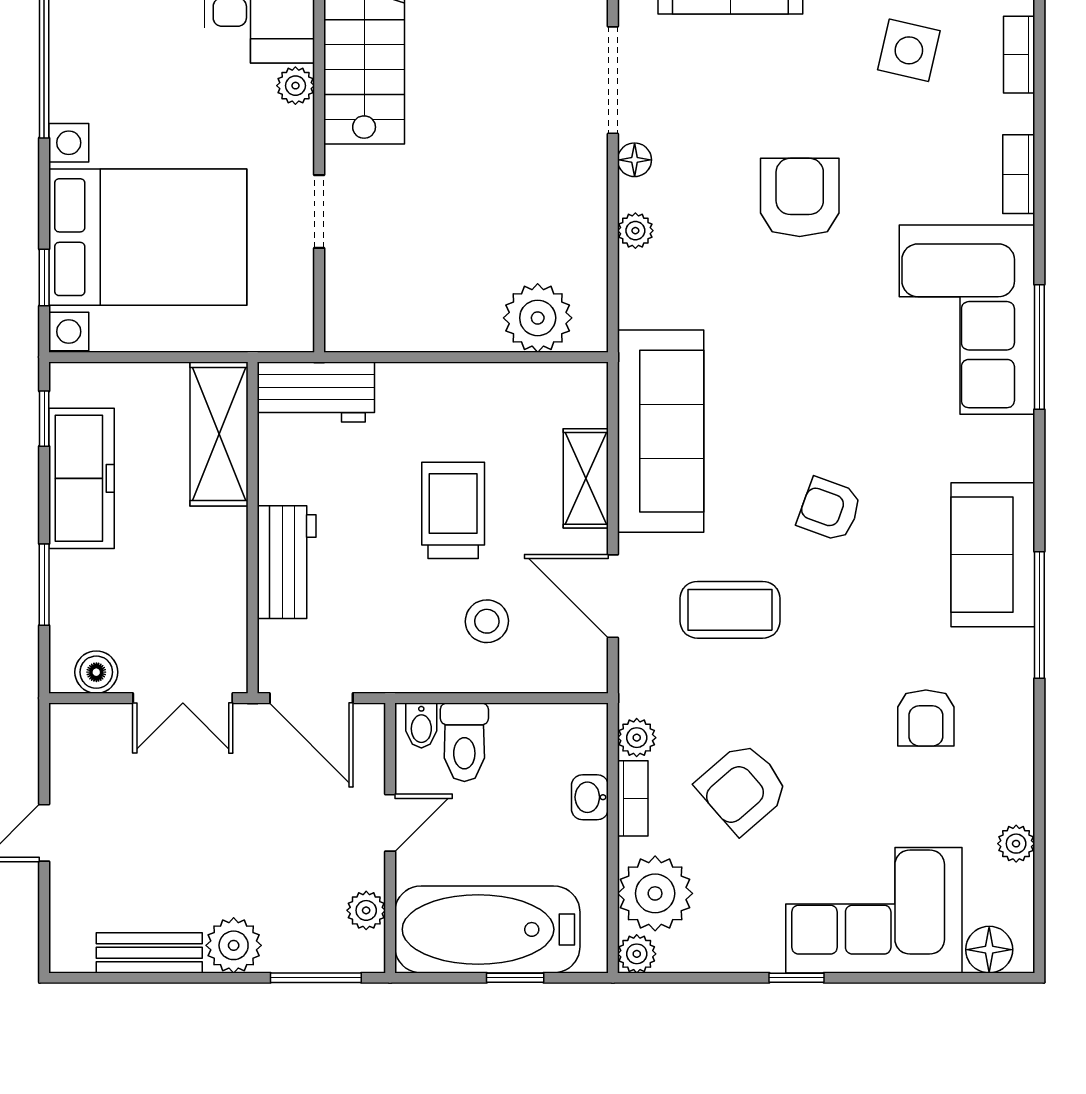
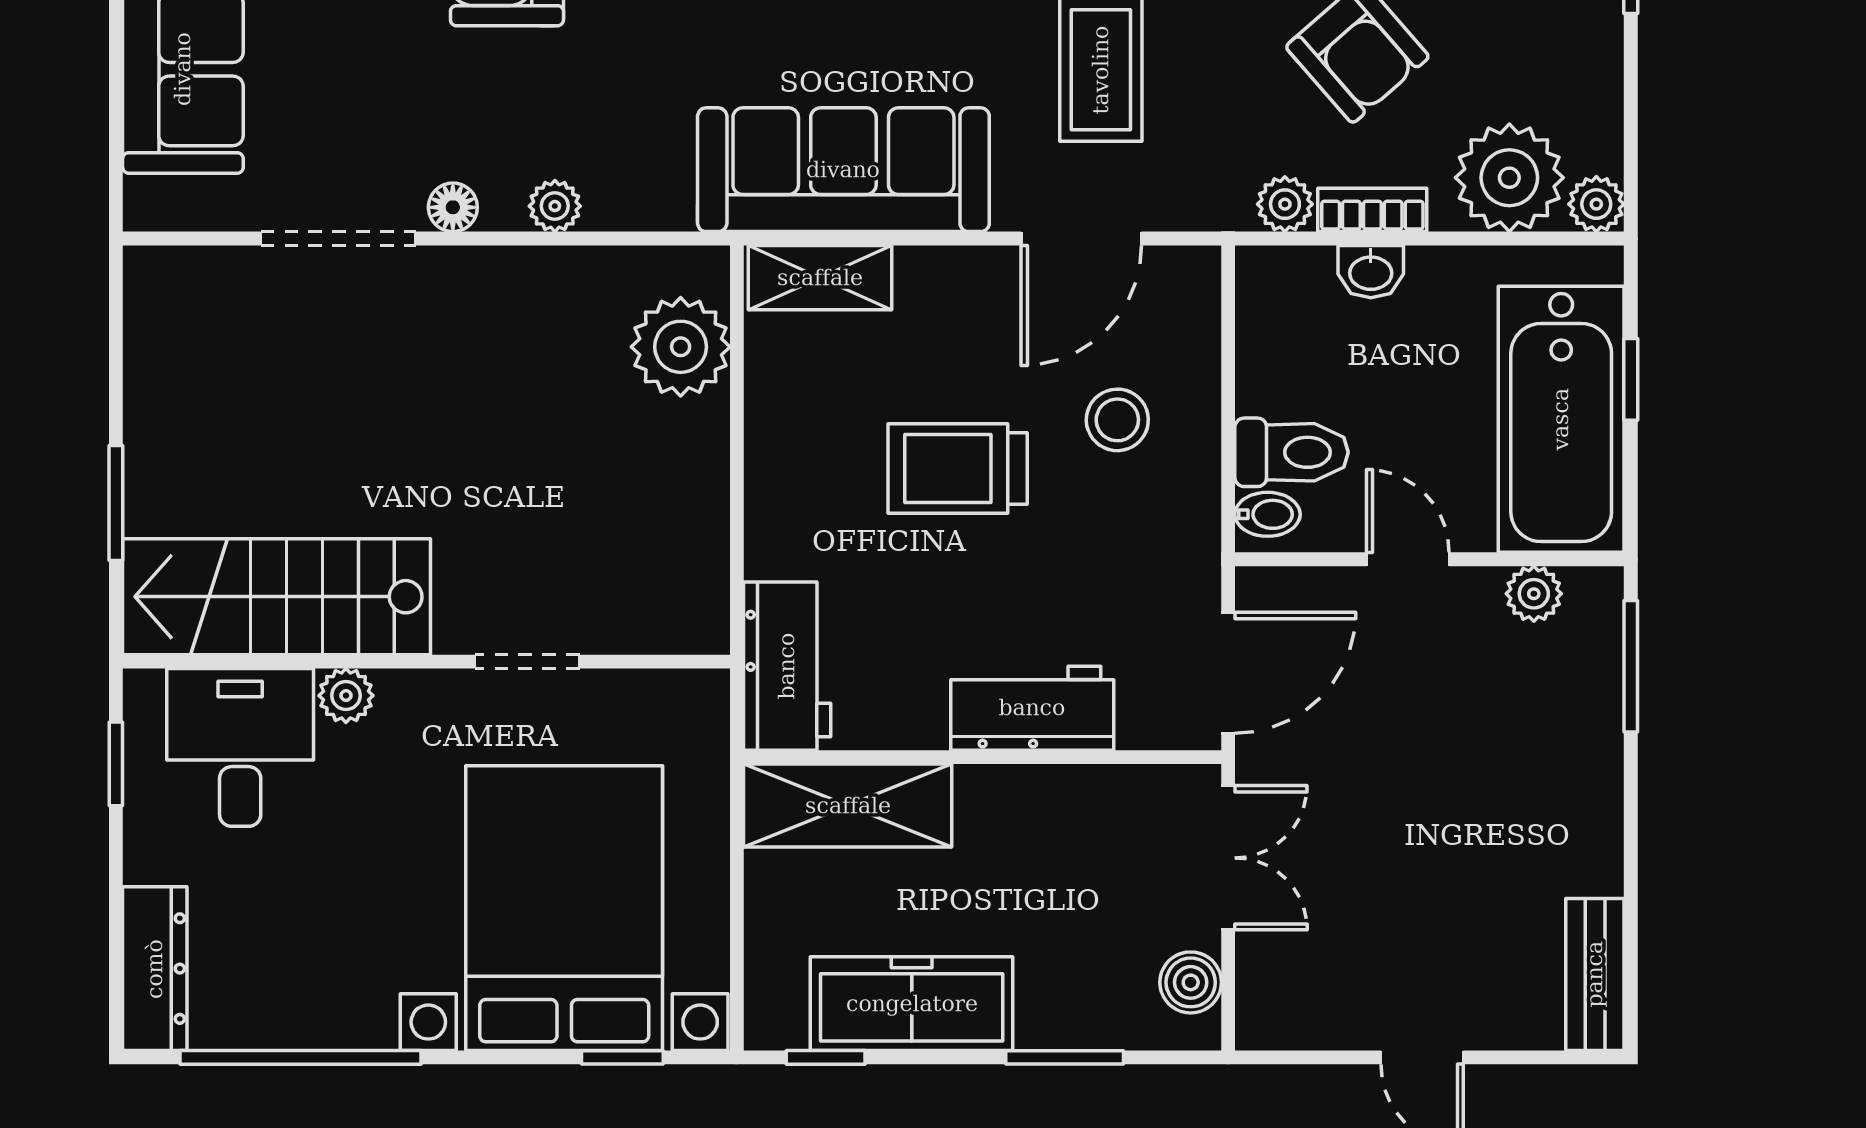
shelving: (586, 478) -> (820, 278), moved
plant: (234, 945) -> (1584, 785), removed
bench: (149, 953) -> (1595, 974), moved

